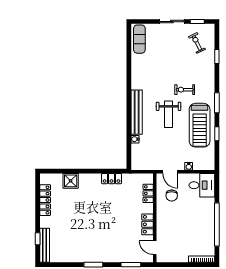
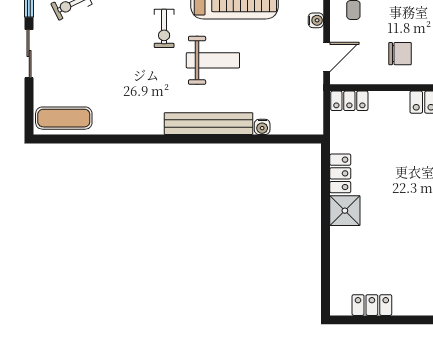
shower: (71, 181) -> (345, 211), moved
locker: (148, 193) -> (349, 101), moved
chair: (172, 196) -> (400, 54), moved
locker: (45, 200) -> (372, 305), width x0.66

